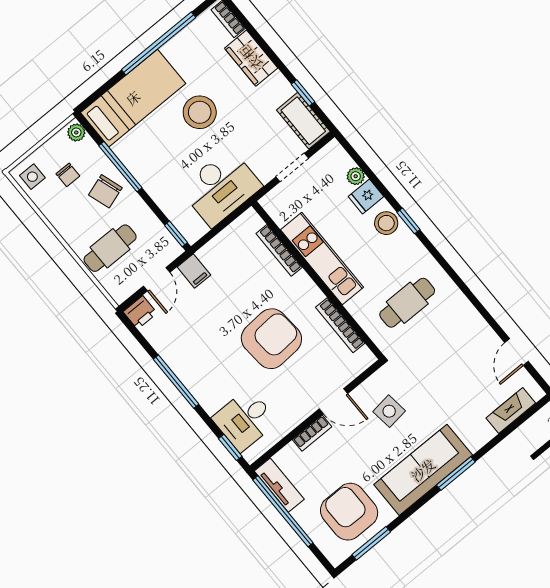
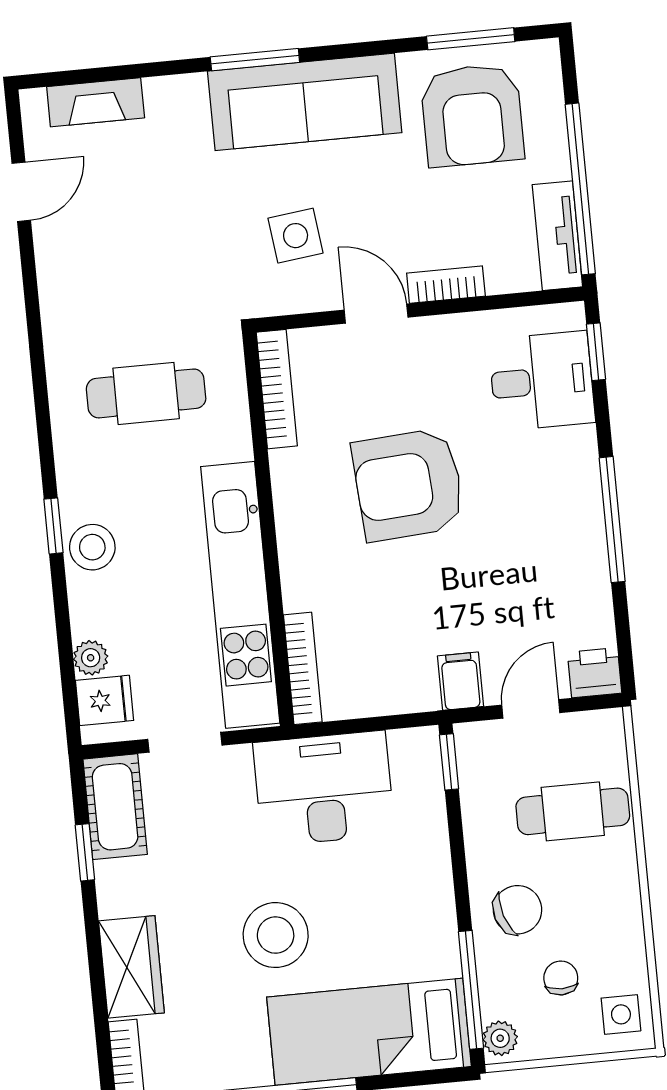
window: (120, 167) -> (471, 990), moved
fridge: (366, 196) -> (104, 700), moved
bookcase: (279, 250) -> (303, 668), moved
kitchen unit: (322, 259) -> (240, 595), width x1.36
bookcase: (340, 325) -> (277, 389), moved

